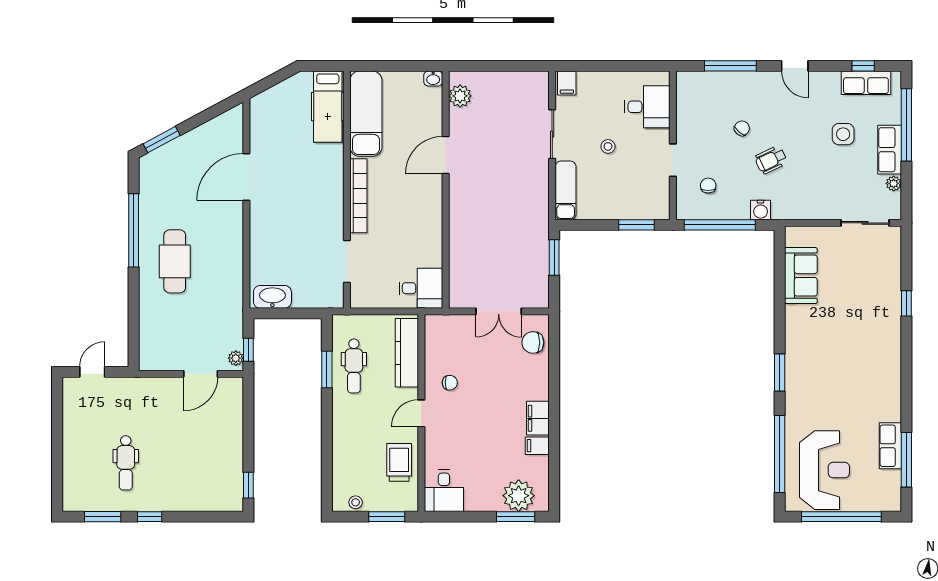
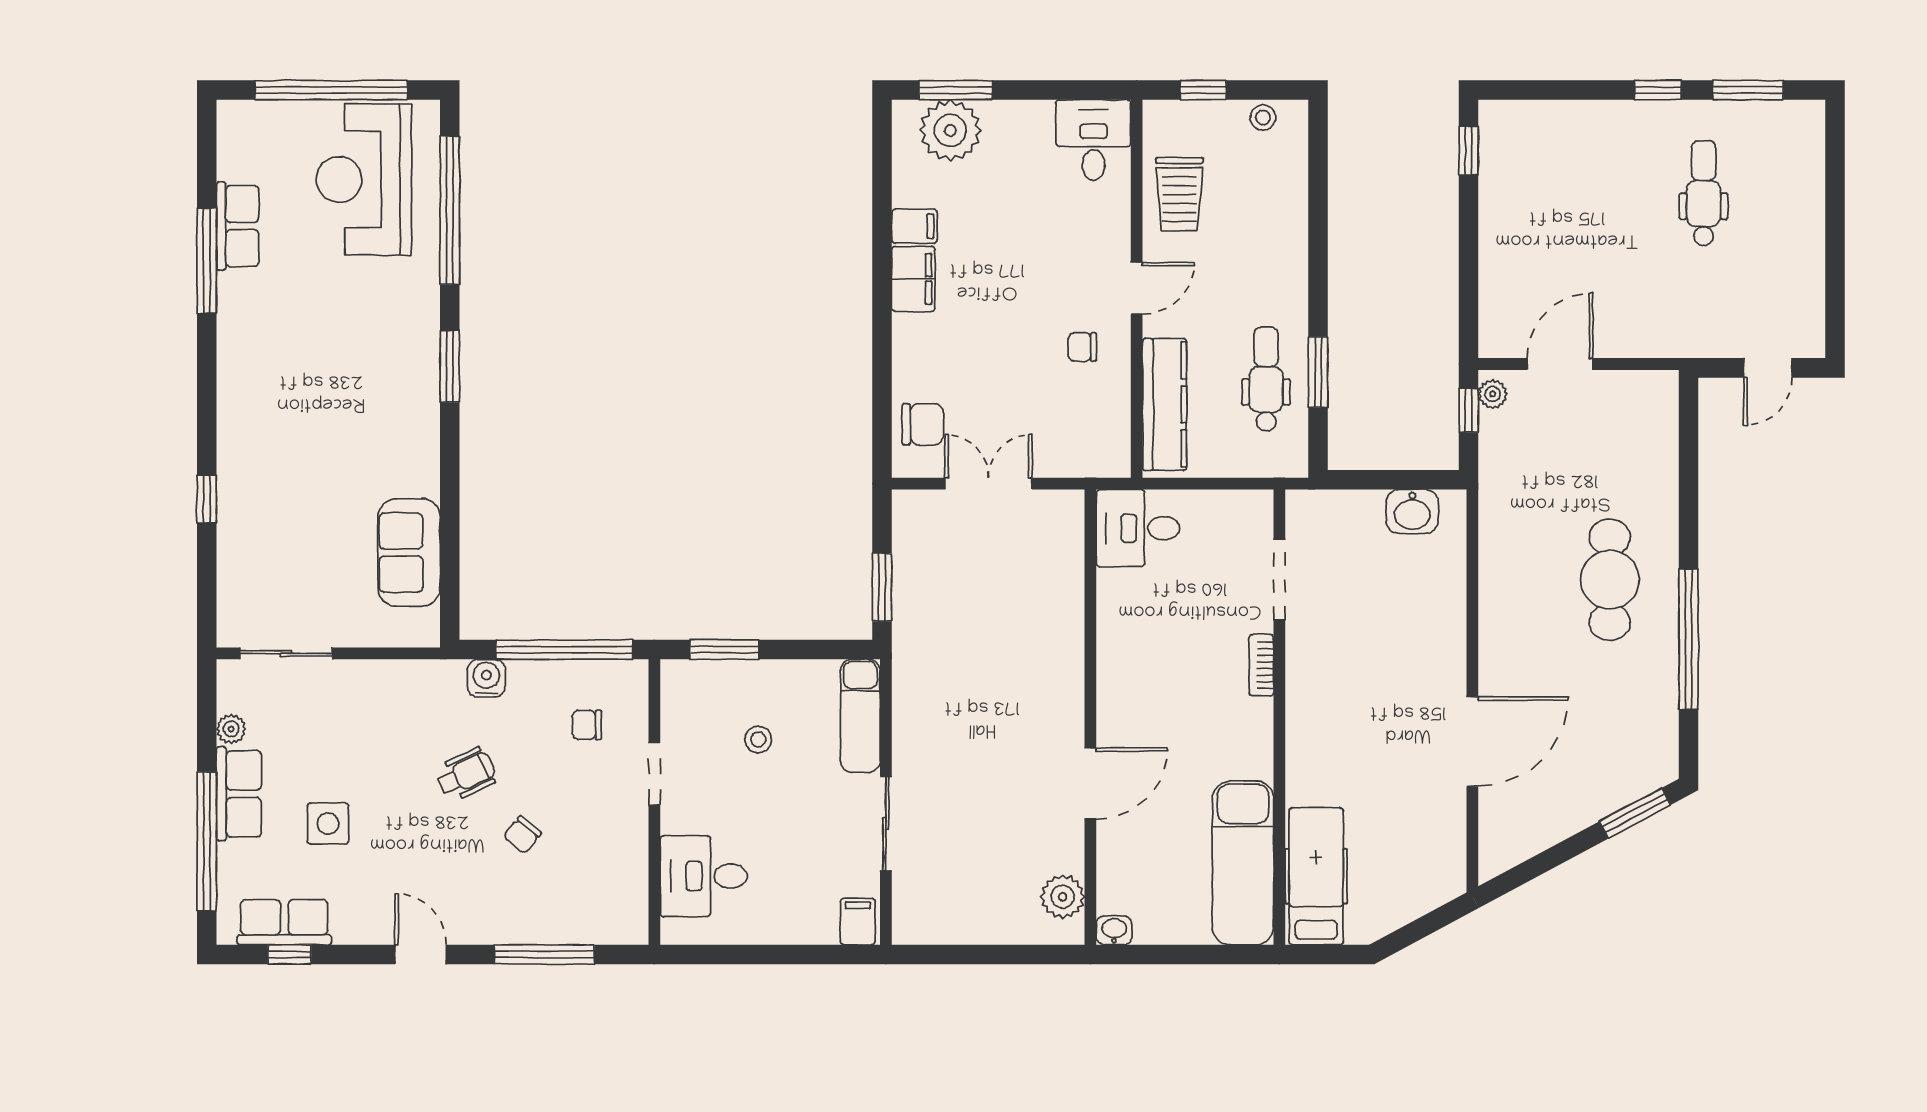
stool: (608, 146) -> (758, 740), moved
chair: (708, 186) -> (587, 725), turned 90
bookcase: (358, 196) -> (1261, 665), width x0.43, depth x0.76
washbasin: (272, 297) -> (1412, 512), width x0.72
window: (906, 460) -> (207, 261), moved
window: (387, 517) -> (1203, 90), width x0.67

